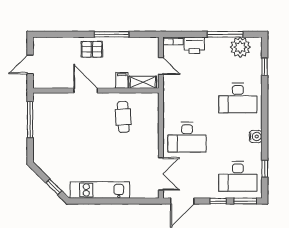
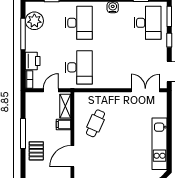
cafe table: (123, 117) -> (96, 123), turned -63
desk: (187, 137) -> (79, 67), moved

